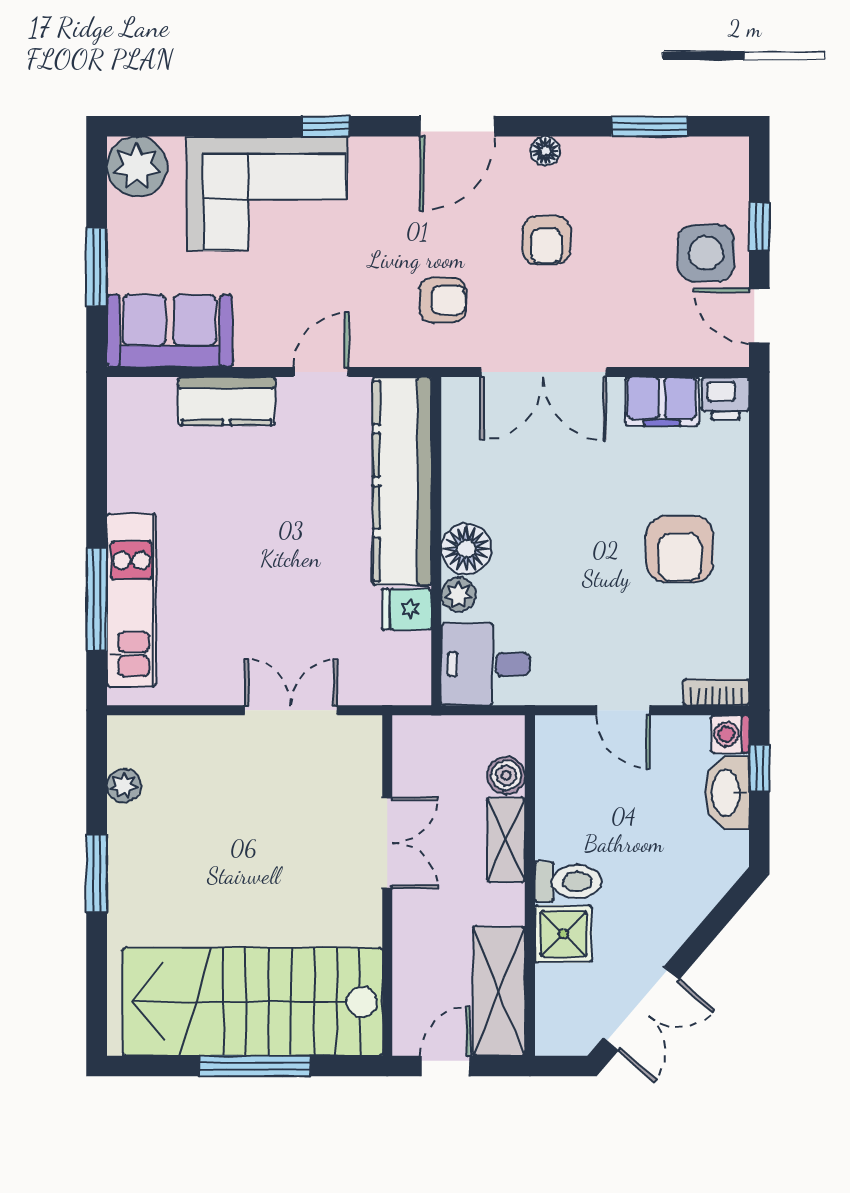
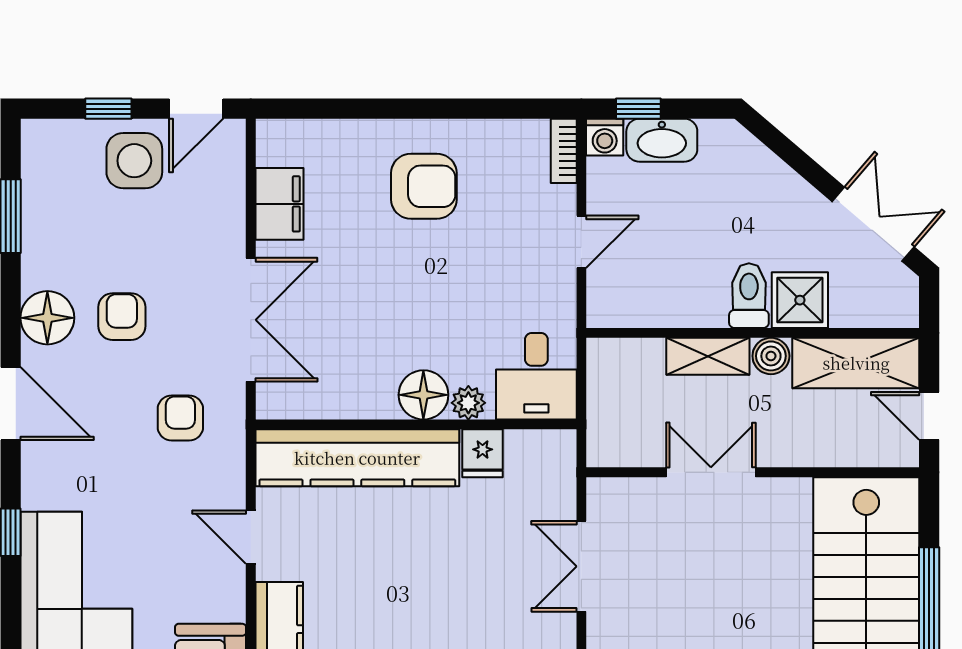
floor lamp: (545, 151) -> (47, 318), width x1.89, depth x1.89
armchair: (547, 240) -> (122, 317), turned -89
printer: (725, 398) -> (277, 142), removed
boiler: (506, 775) -> (771, 356), moved

